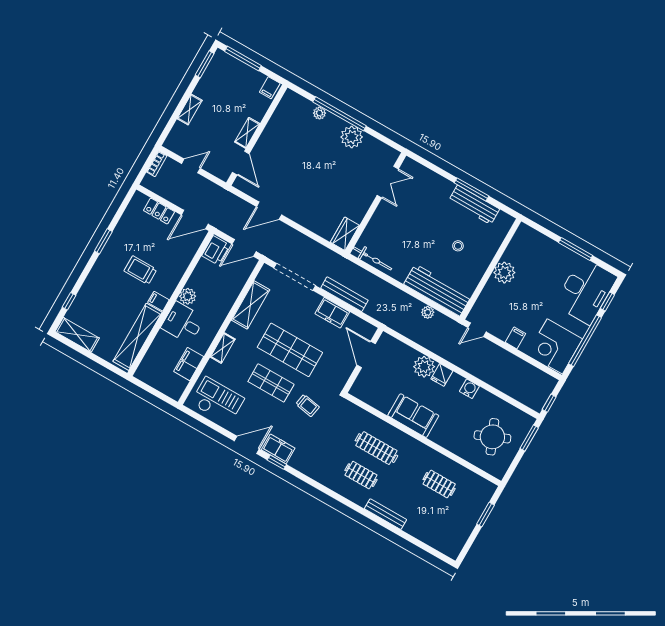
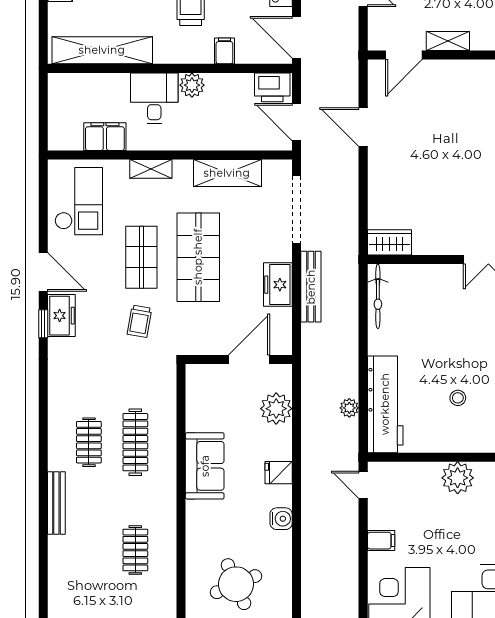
filing cabinet: (158, 301) -> (224, 51), moved
plant: (424, 367) -> (276, 409), moved

